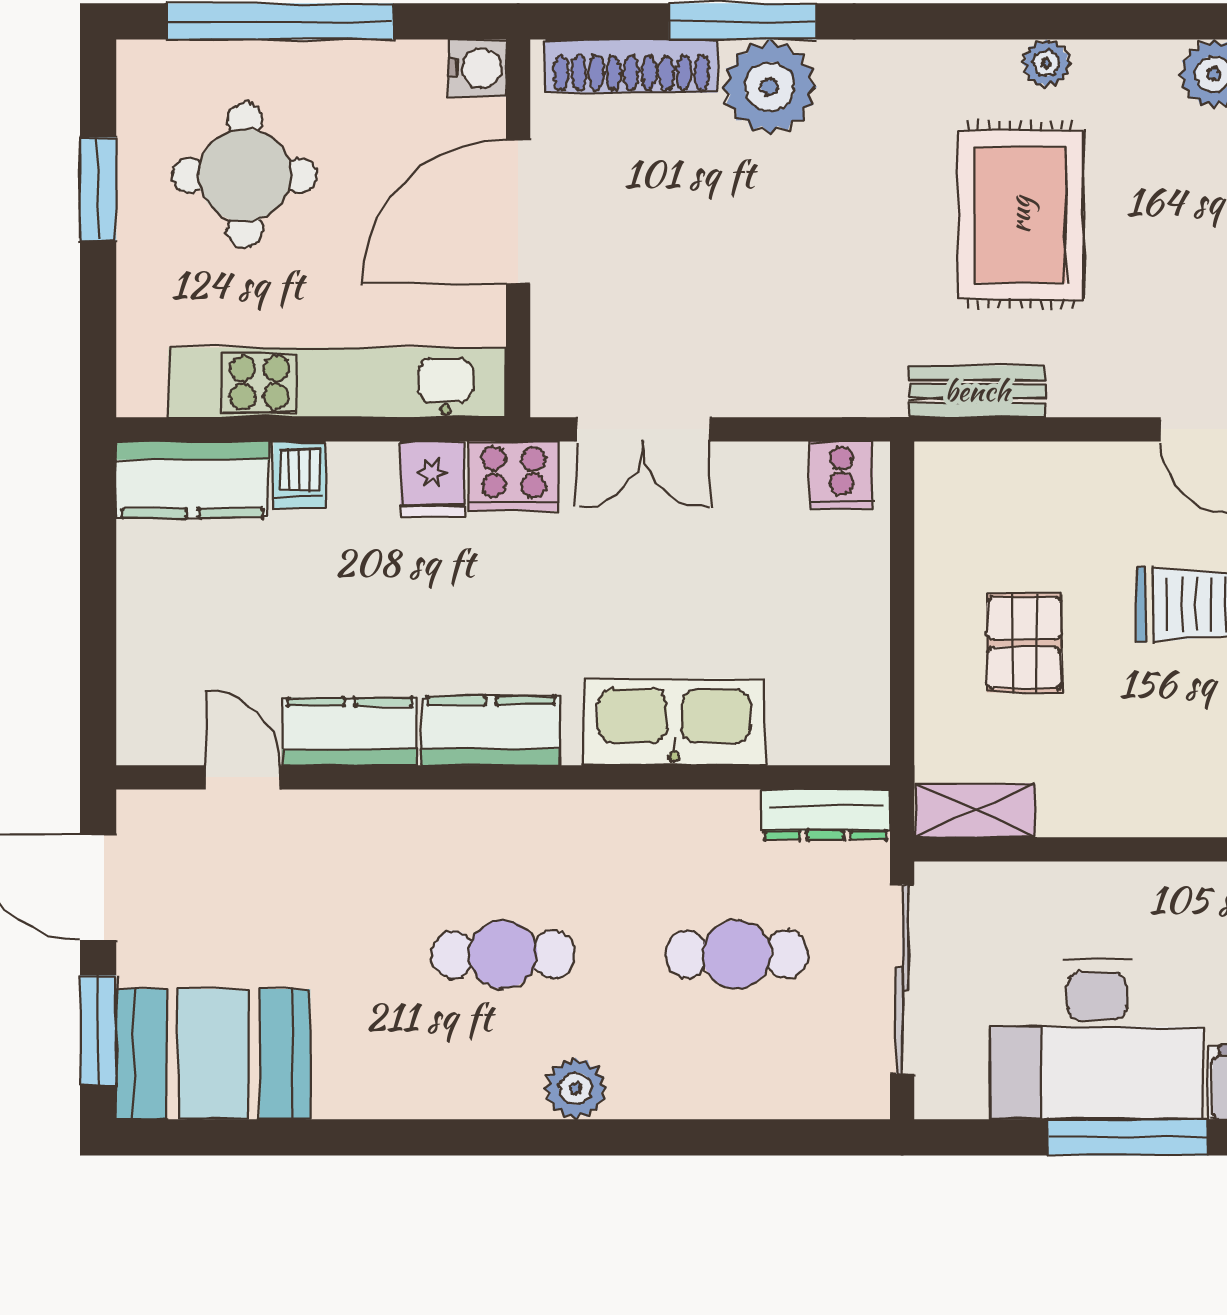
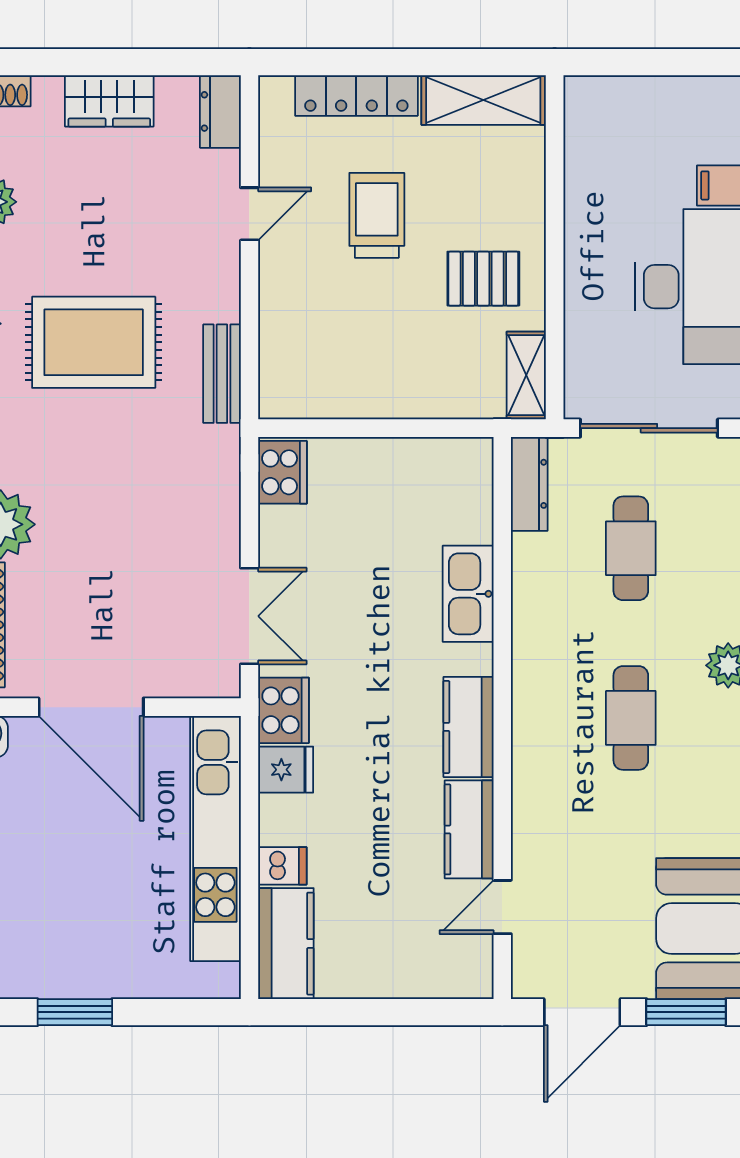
round table: (245, 175) -> (65, 906), removed
cooker: (841, 475) -> (282, 472), width x1.36
pallet: (1024, 643) -> (483, 279), moved
kitchen sink: (674, 722) -> (468, 594), width x0.73, depth x0.81

